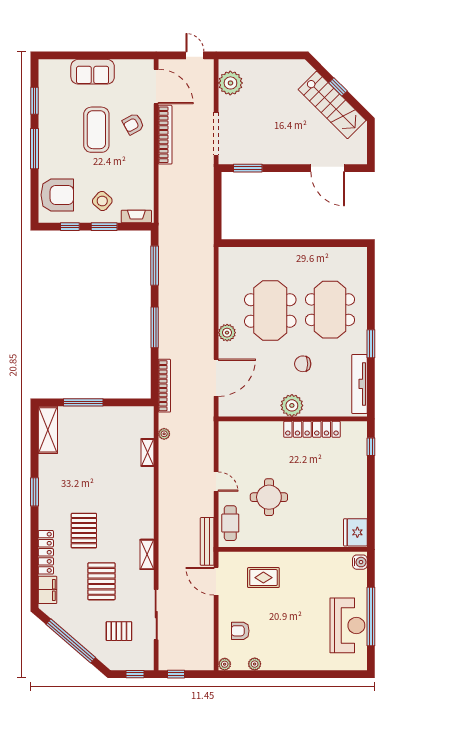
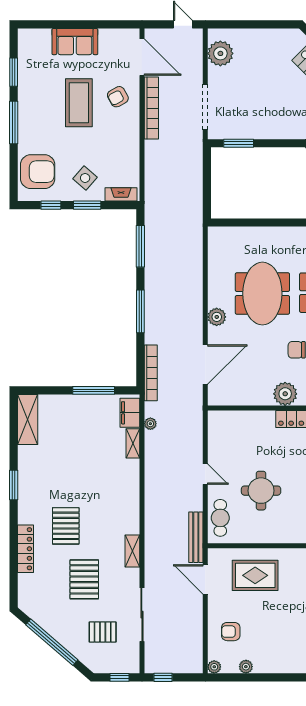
window: (83, 402) -> (94, 390), moved
rug: (263, 578) -> (255, 575), width x1.36, depth x1.43
filing cabinet: (47, 590) -> (130, 413), moved, turned 180

